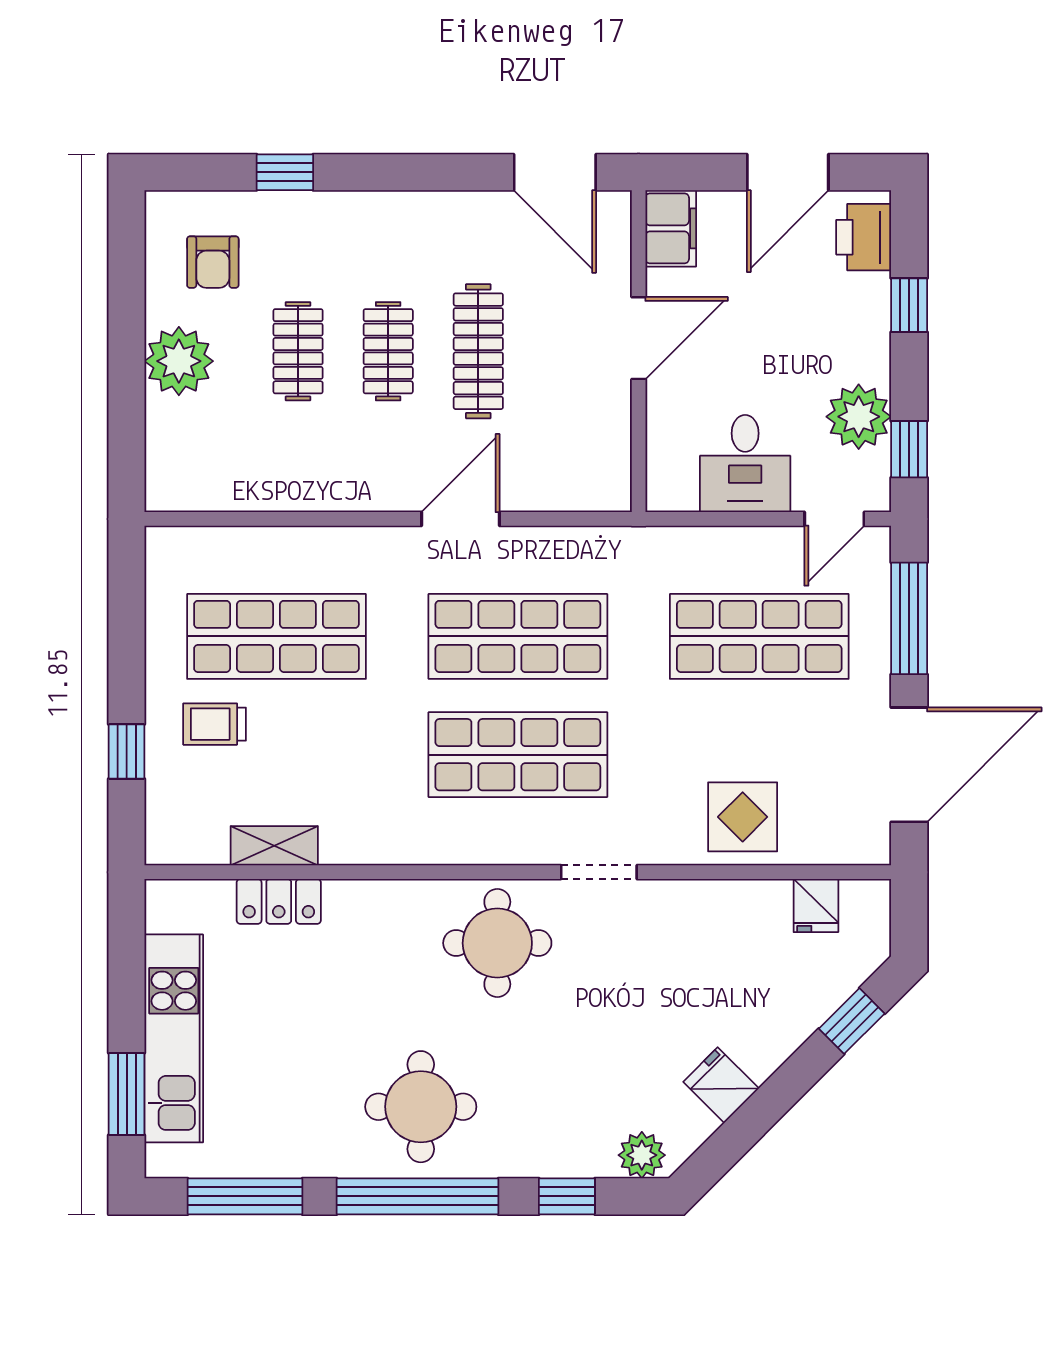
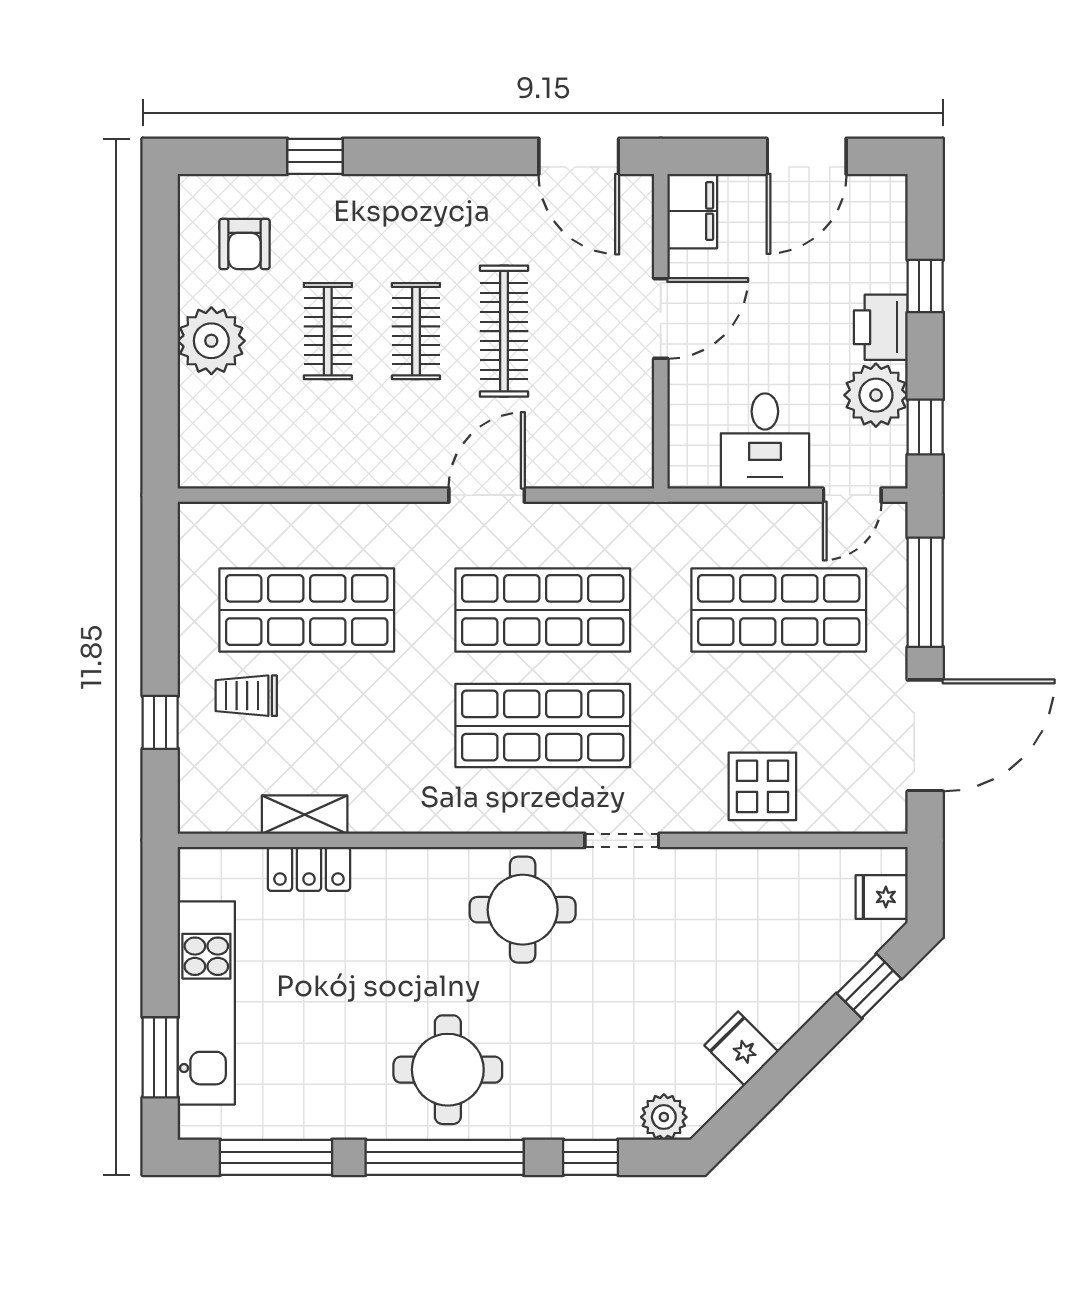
printer: (864, 237) -> (881, 327), moved
fridge: (816, 906) -> (882, 897), moved, turned 90

